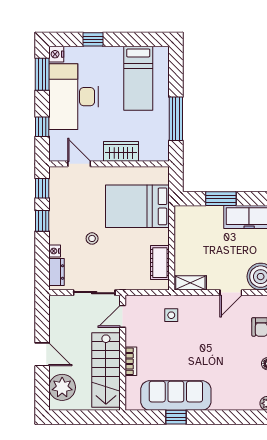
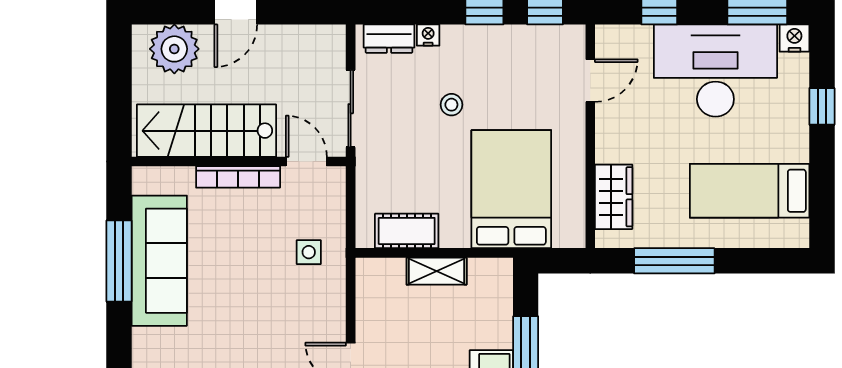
wardrobe: (121, 151) -> (614, 197), moved
shelving: (190, 283) -> (437, 271), moved, turned 90
bookcase: (131, 361) -> (238, 177), width x1.56
window: (176, 417) -> (119, 261), width x2.17

